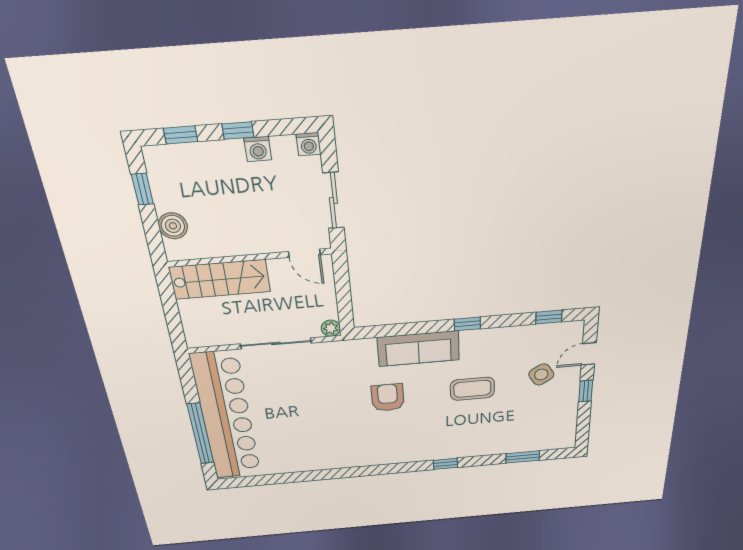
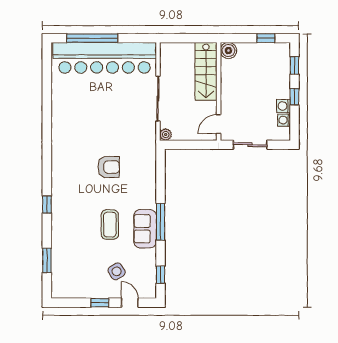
washing machine: (309, 144) -> (284, 120), moved
boiler: (173, 226) -> (228, 51), moved
window: (467, 324) -> (161, 222), width x2.17
sofa: (418, 349) -> (145, 229), moved, width x0.73

